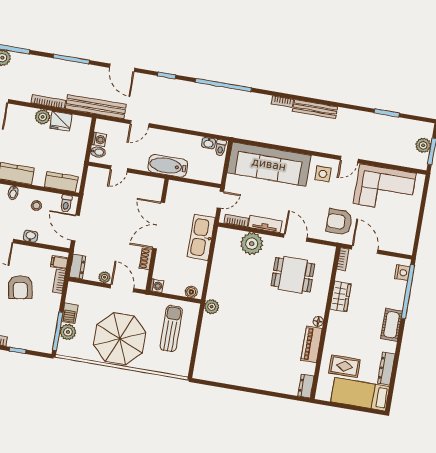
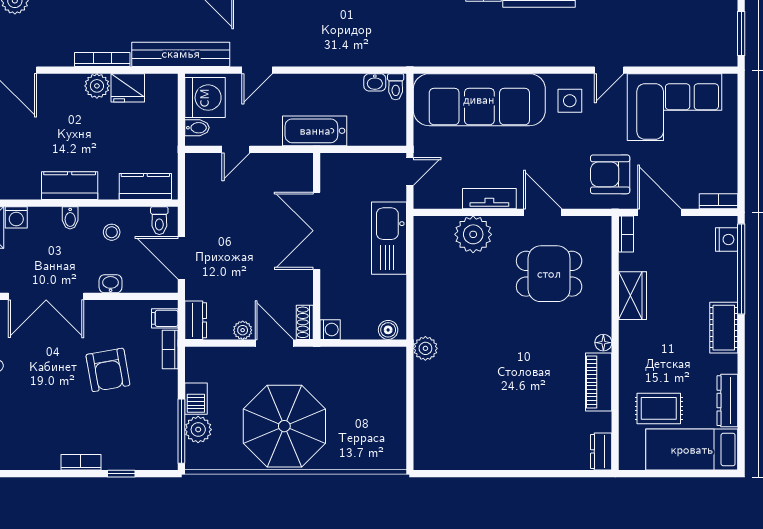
washing machine: (99, 139) -> (205, 98), width x1.89, depth x1.89
plant: (423, 145) -> (725, 26), removed
bookcase: (236, 221) -> (719, 201), moved
shoe rack: (146, 259) -> (305, 322), moved
sun lounger: (171, 329) -> (366, 395), removed

